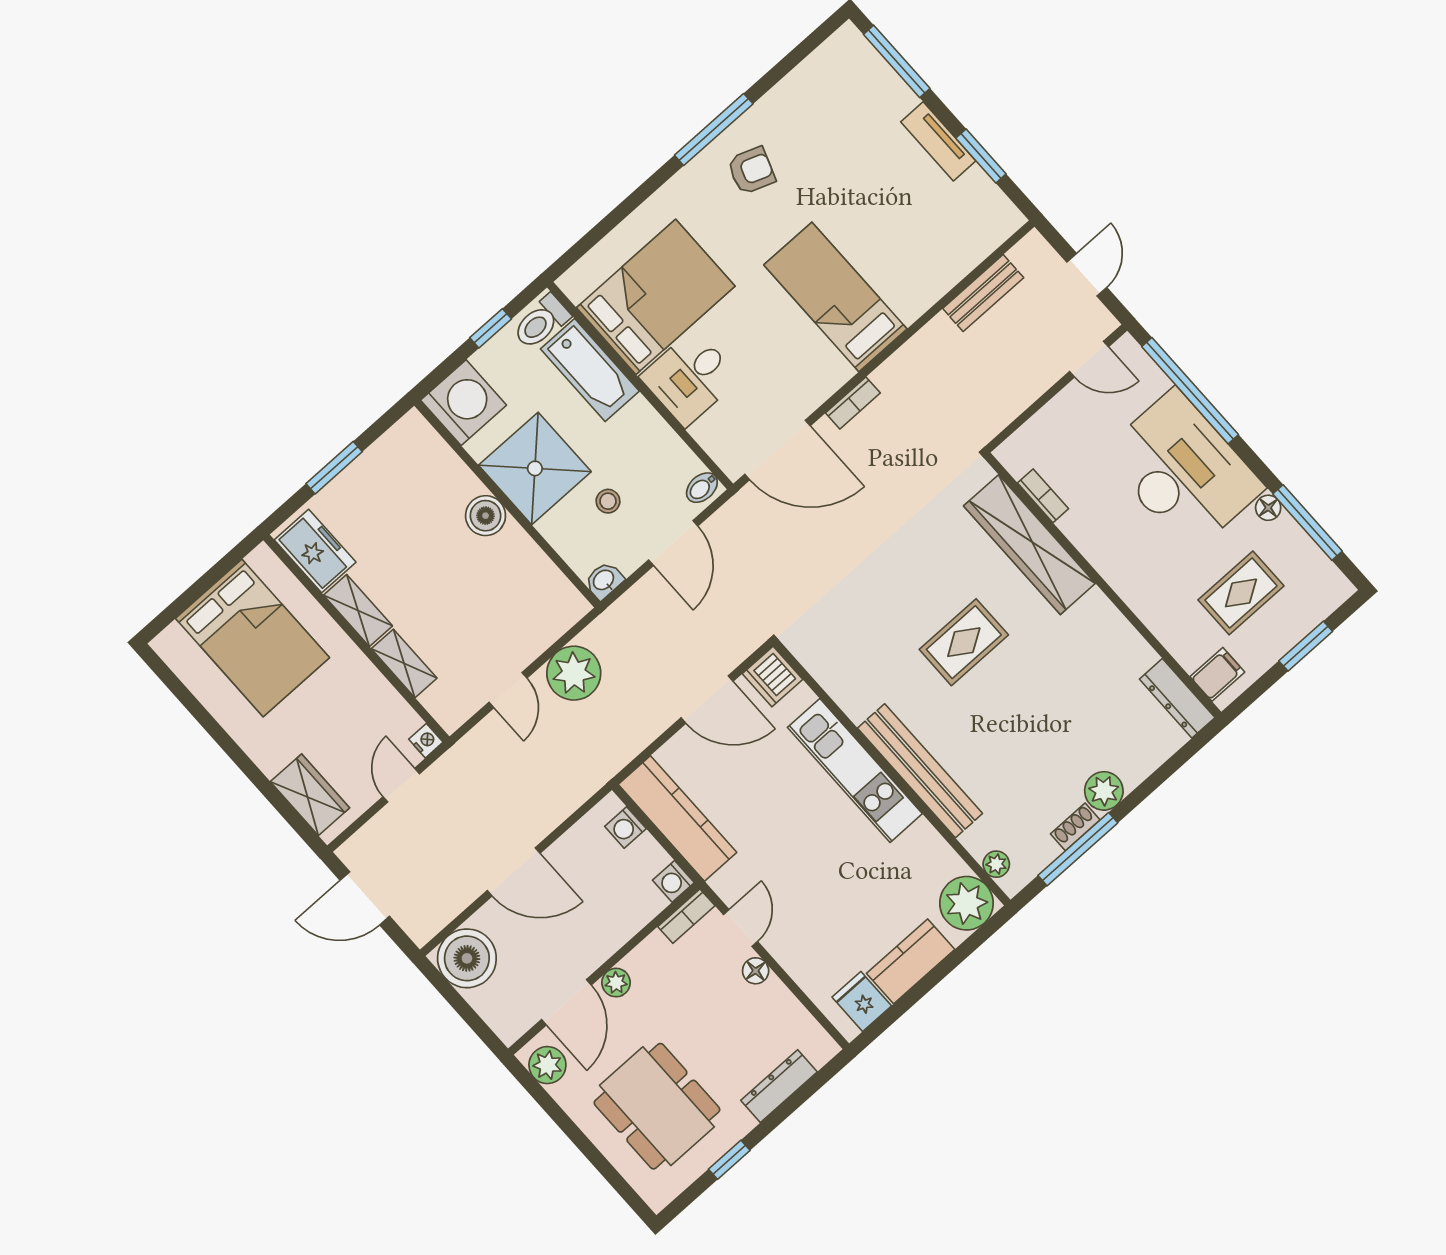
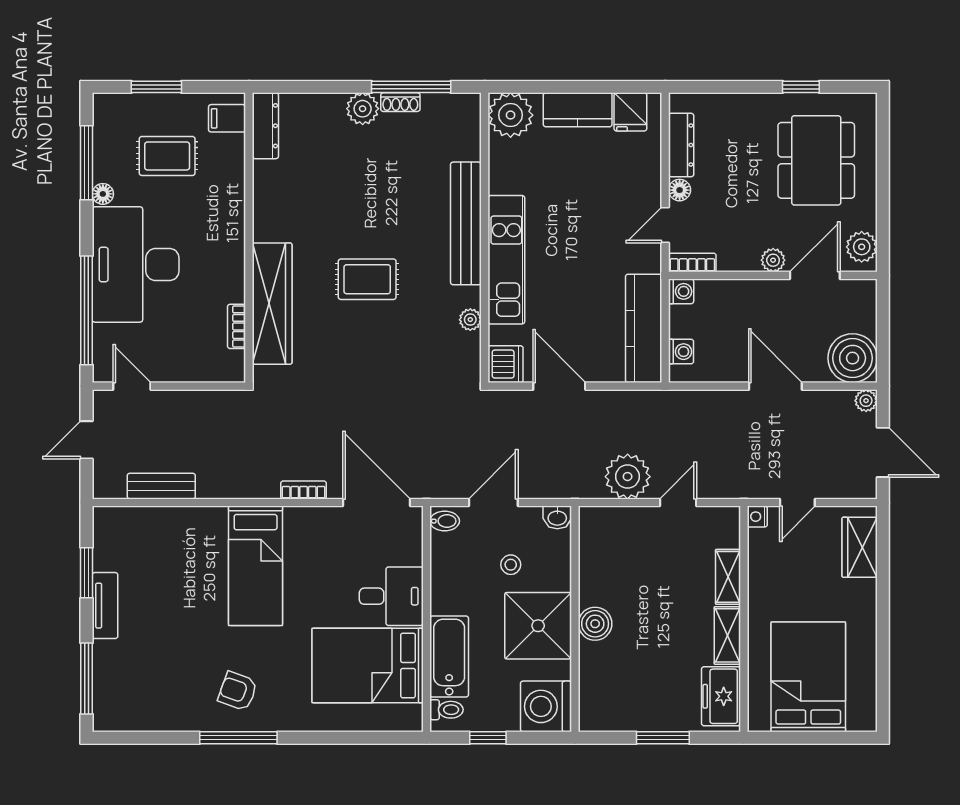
toilet: (541, 322) -> (447, 710), width x0.73, depth x0.72
plant: (996, 864) -> (470, 320), moved
plant: (421, 931) -> (866, 401), added
dresser: (779, 1086) -> (681, 145), moved, turned -90

